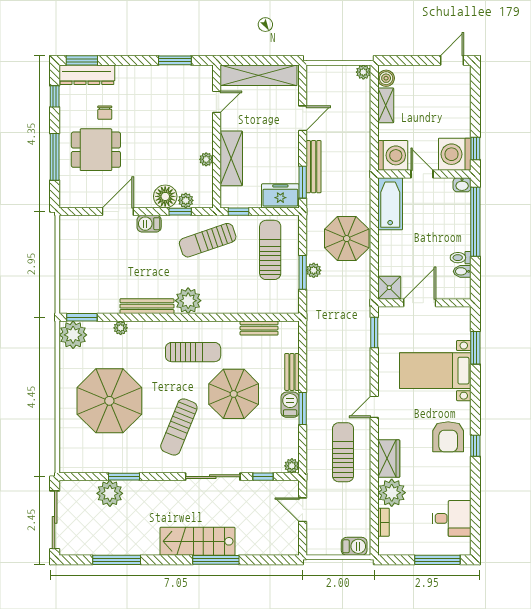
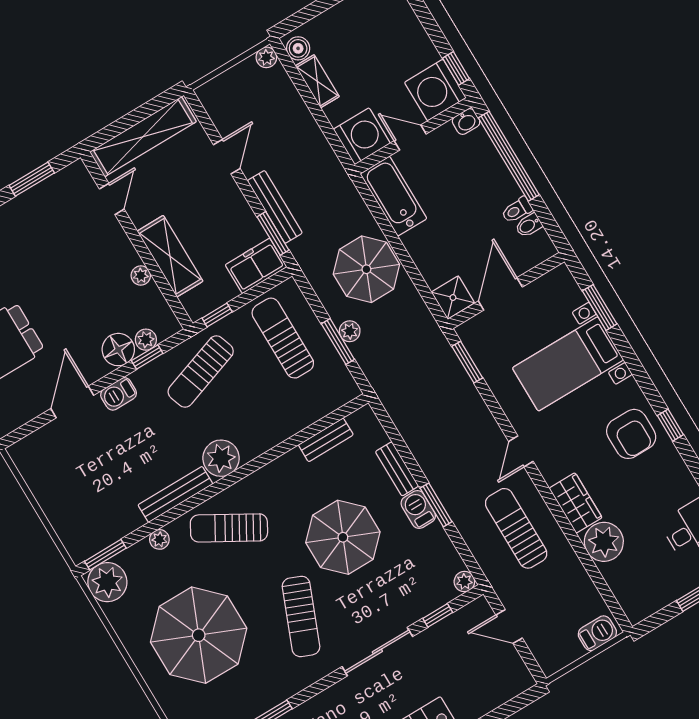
sun lounger: (193, 352) -> (229, 528), moved, turned -150
bookcase: (383, 522) -> (615, 583), removed

